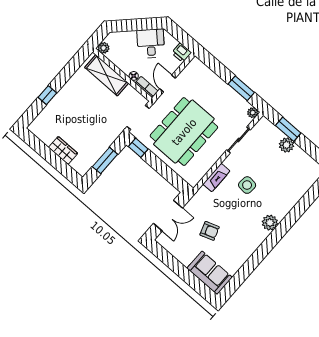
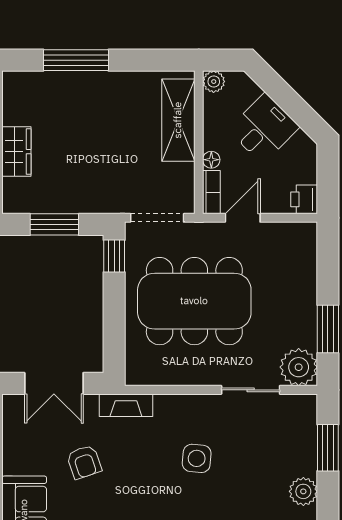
desk: (151, 43) -> (264, 128), moved
window: (47, 95) -> (76, 60), width x2.17
plant: (253, 113) -> (299, 367), width x1.88, depth x1.88
plant: (286, 145) -> (303, 491), moved
fireplace: (216, 178) -> (126, 405), moved

